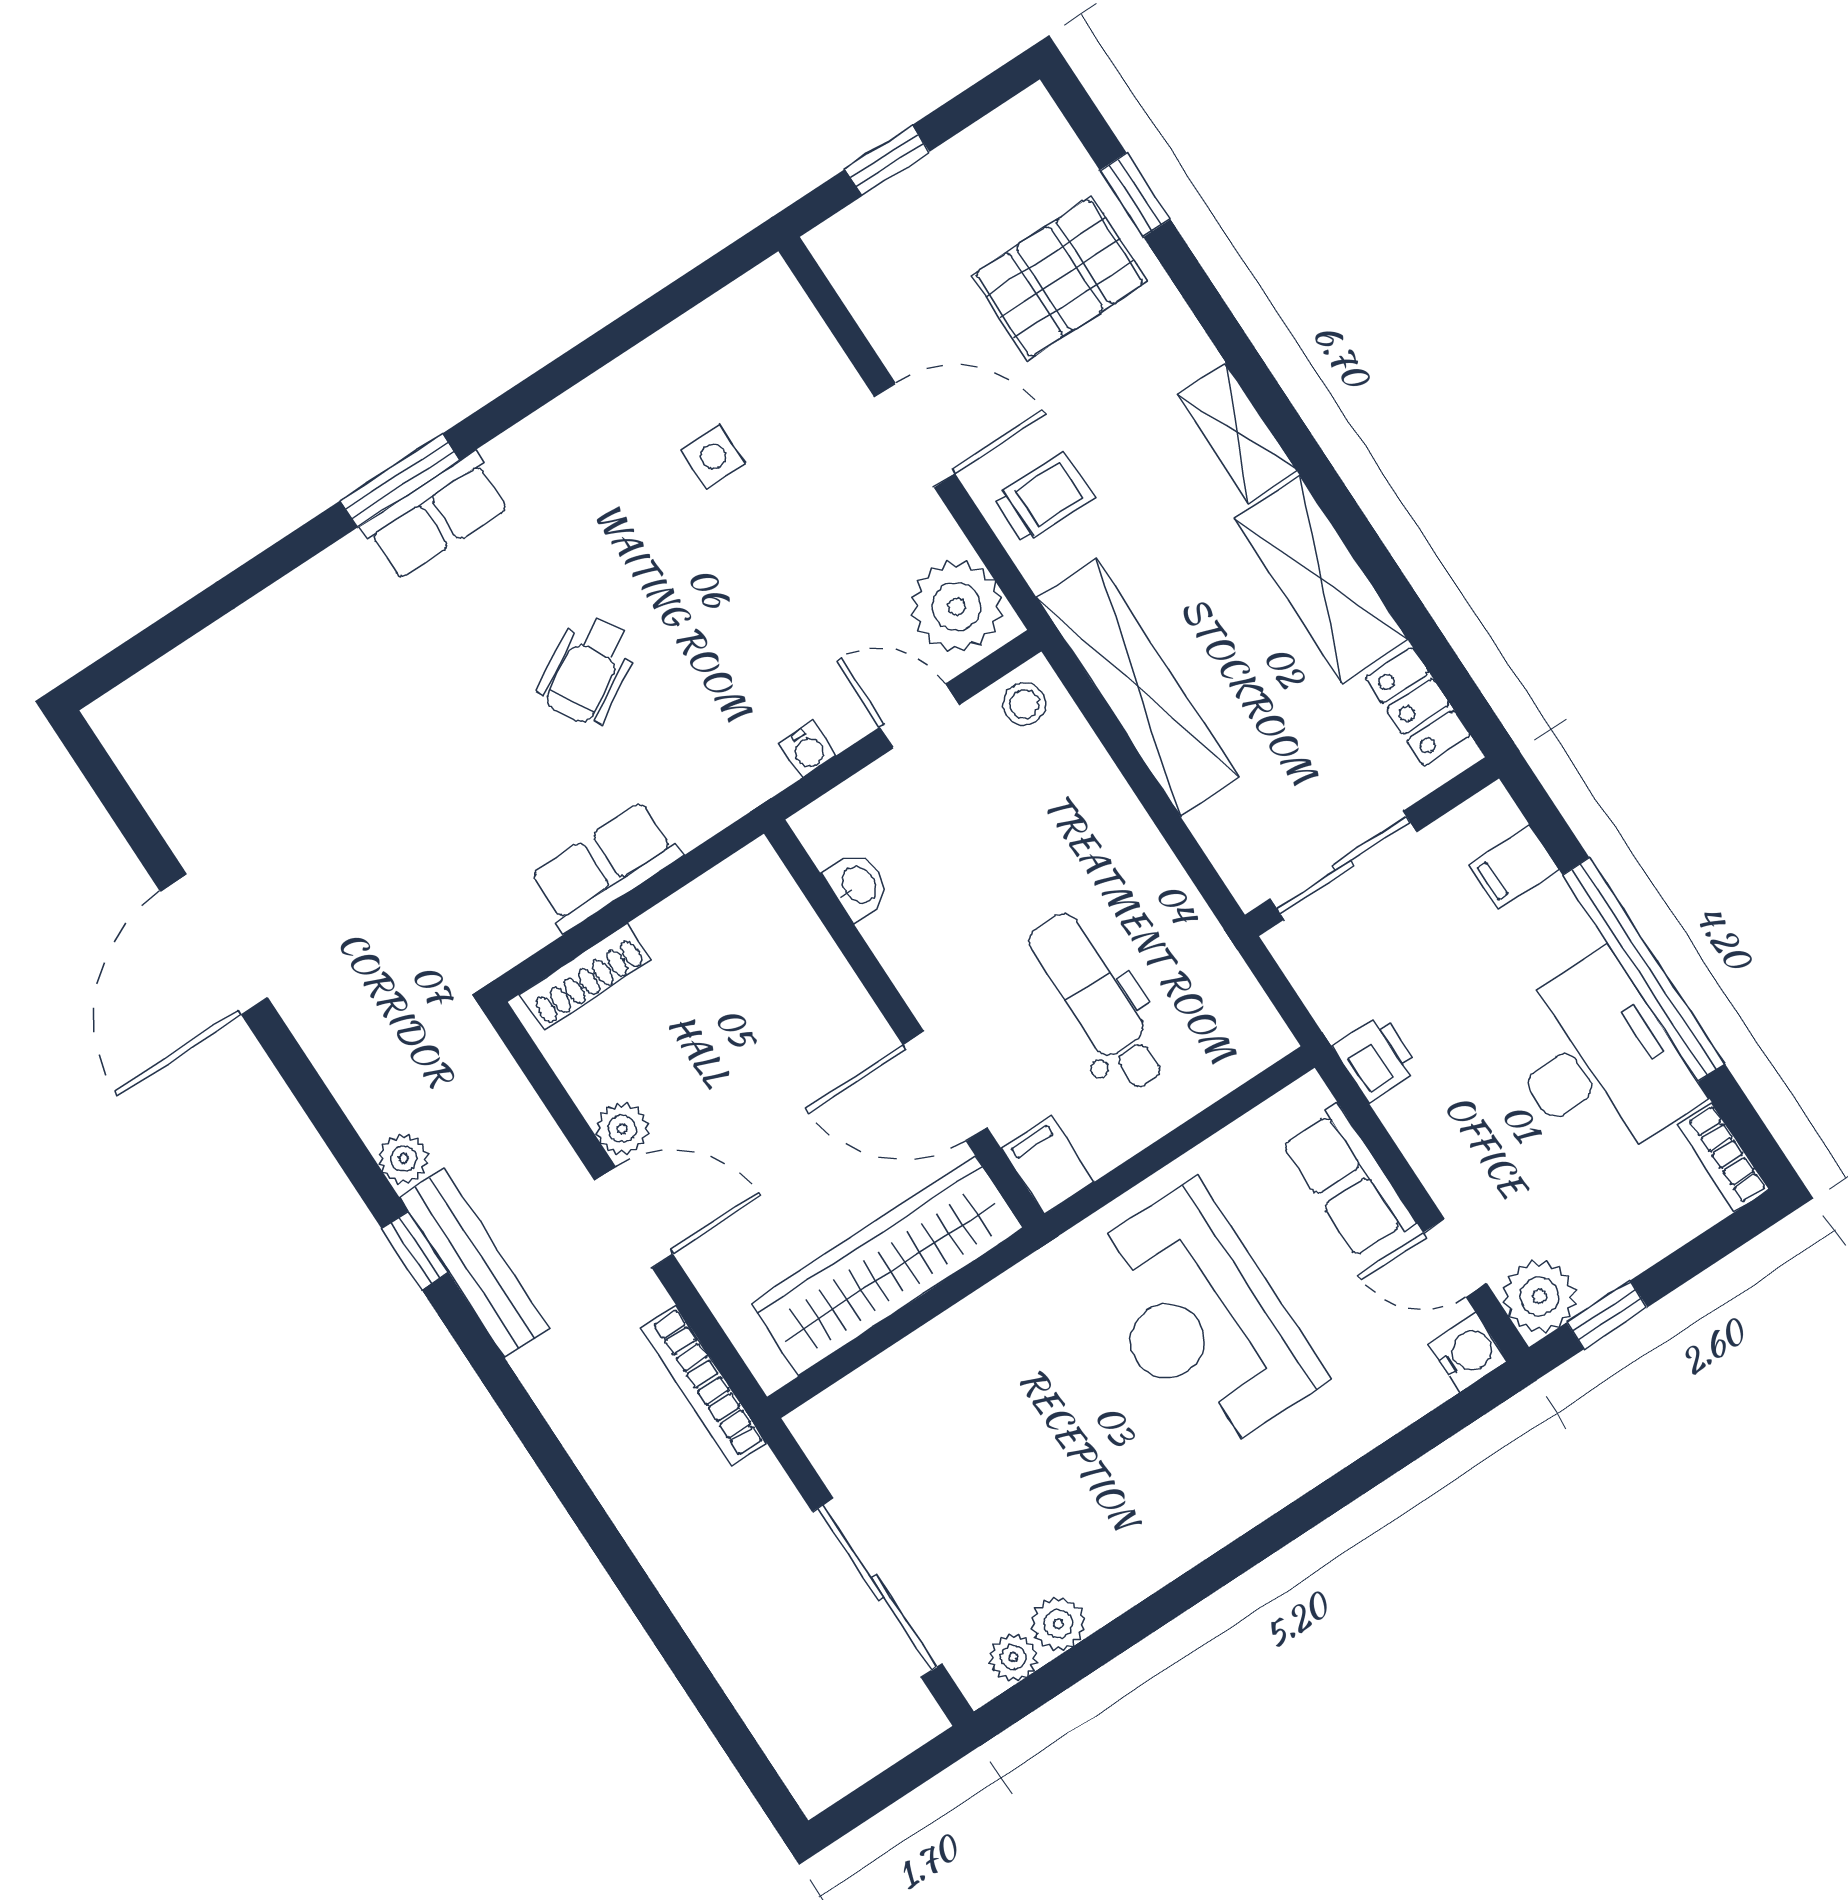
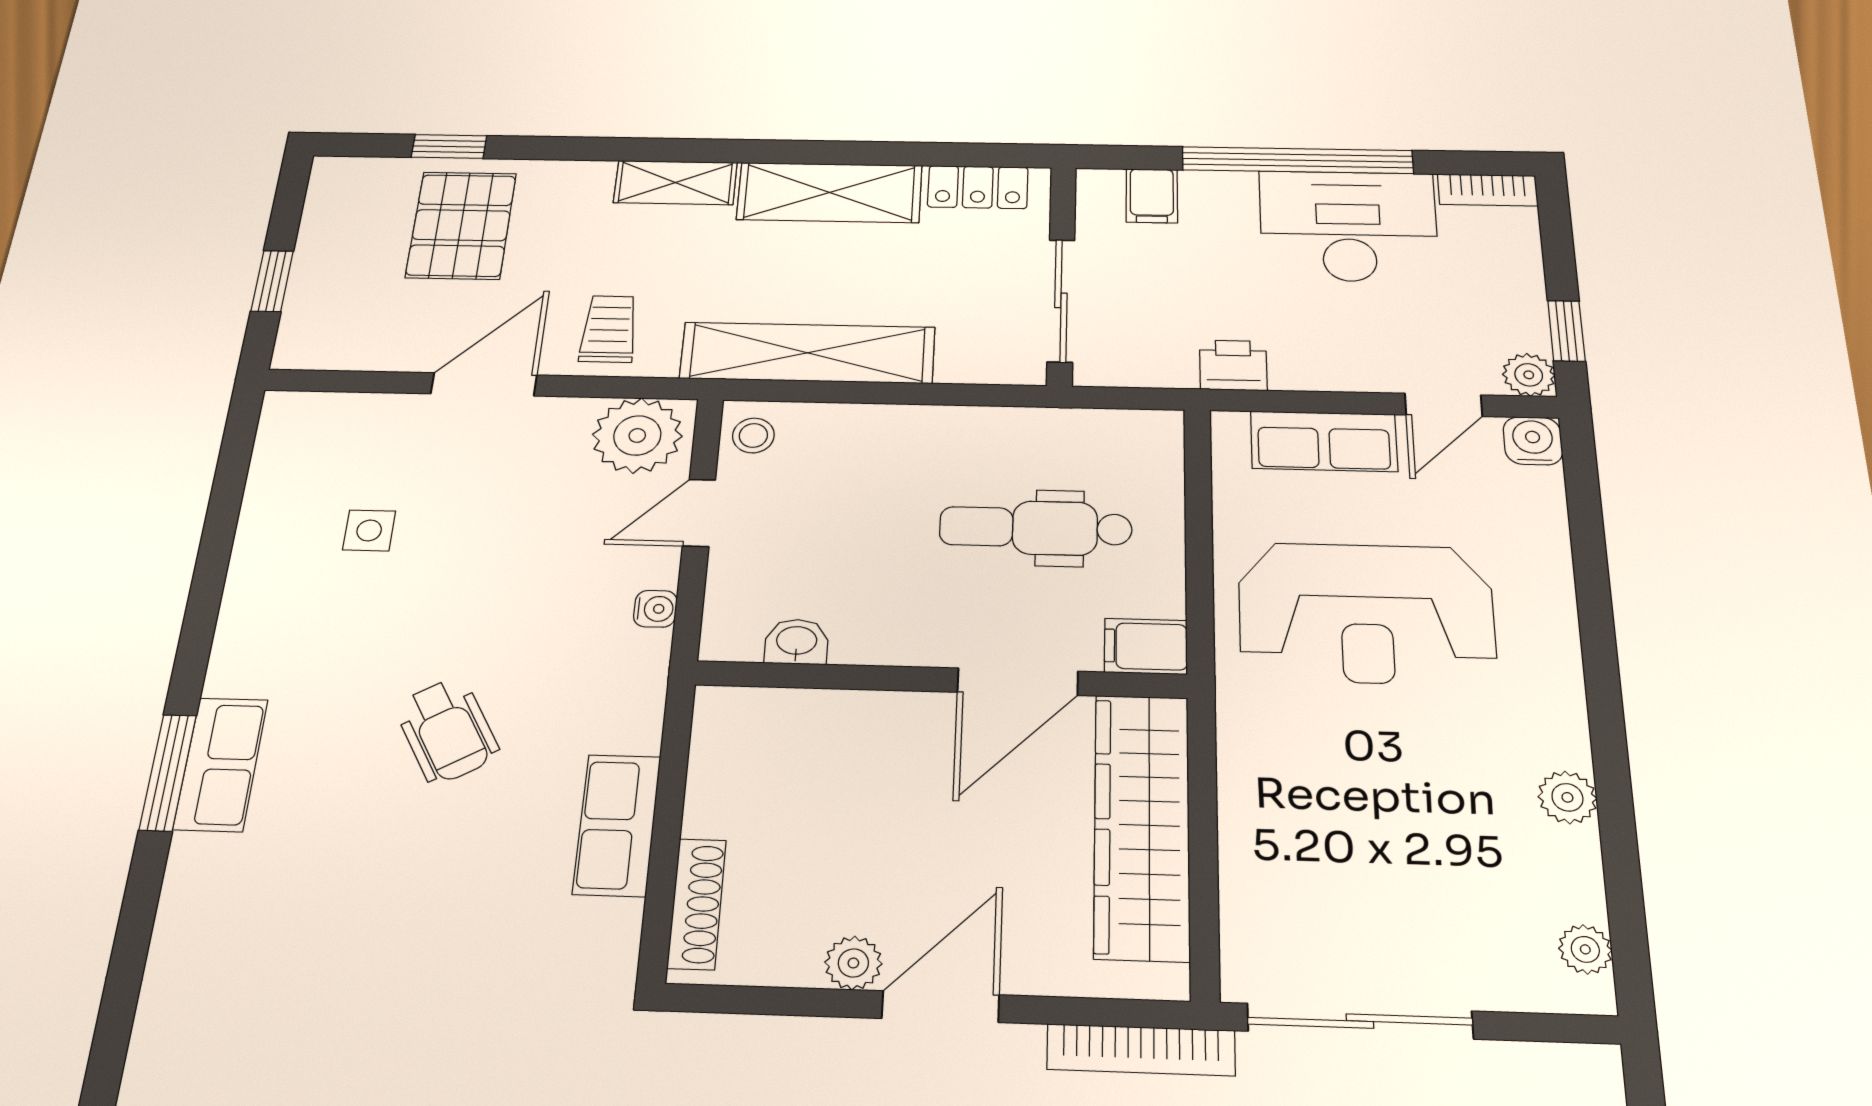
plant: (1539, 1296) -> (1529, 375), width x0.73, depth x0.73
sliding door: (877, 1588) -> (1360, 1021), moved
plant: (1058, 1624) -> (1567, 797), moved

